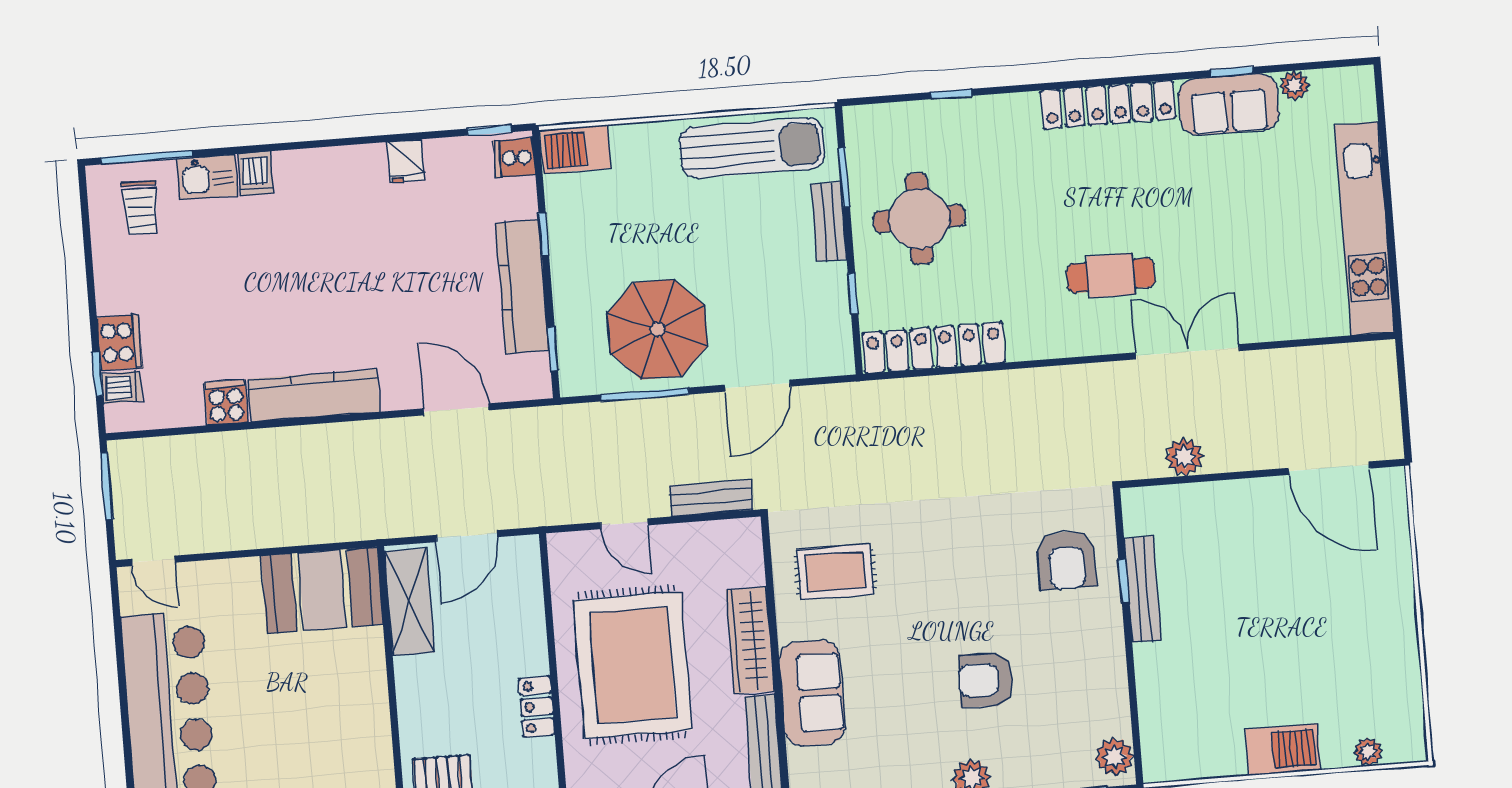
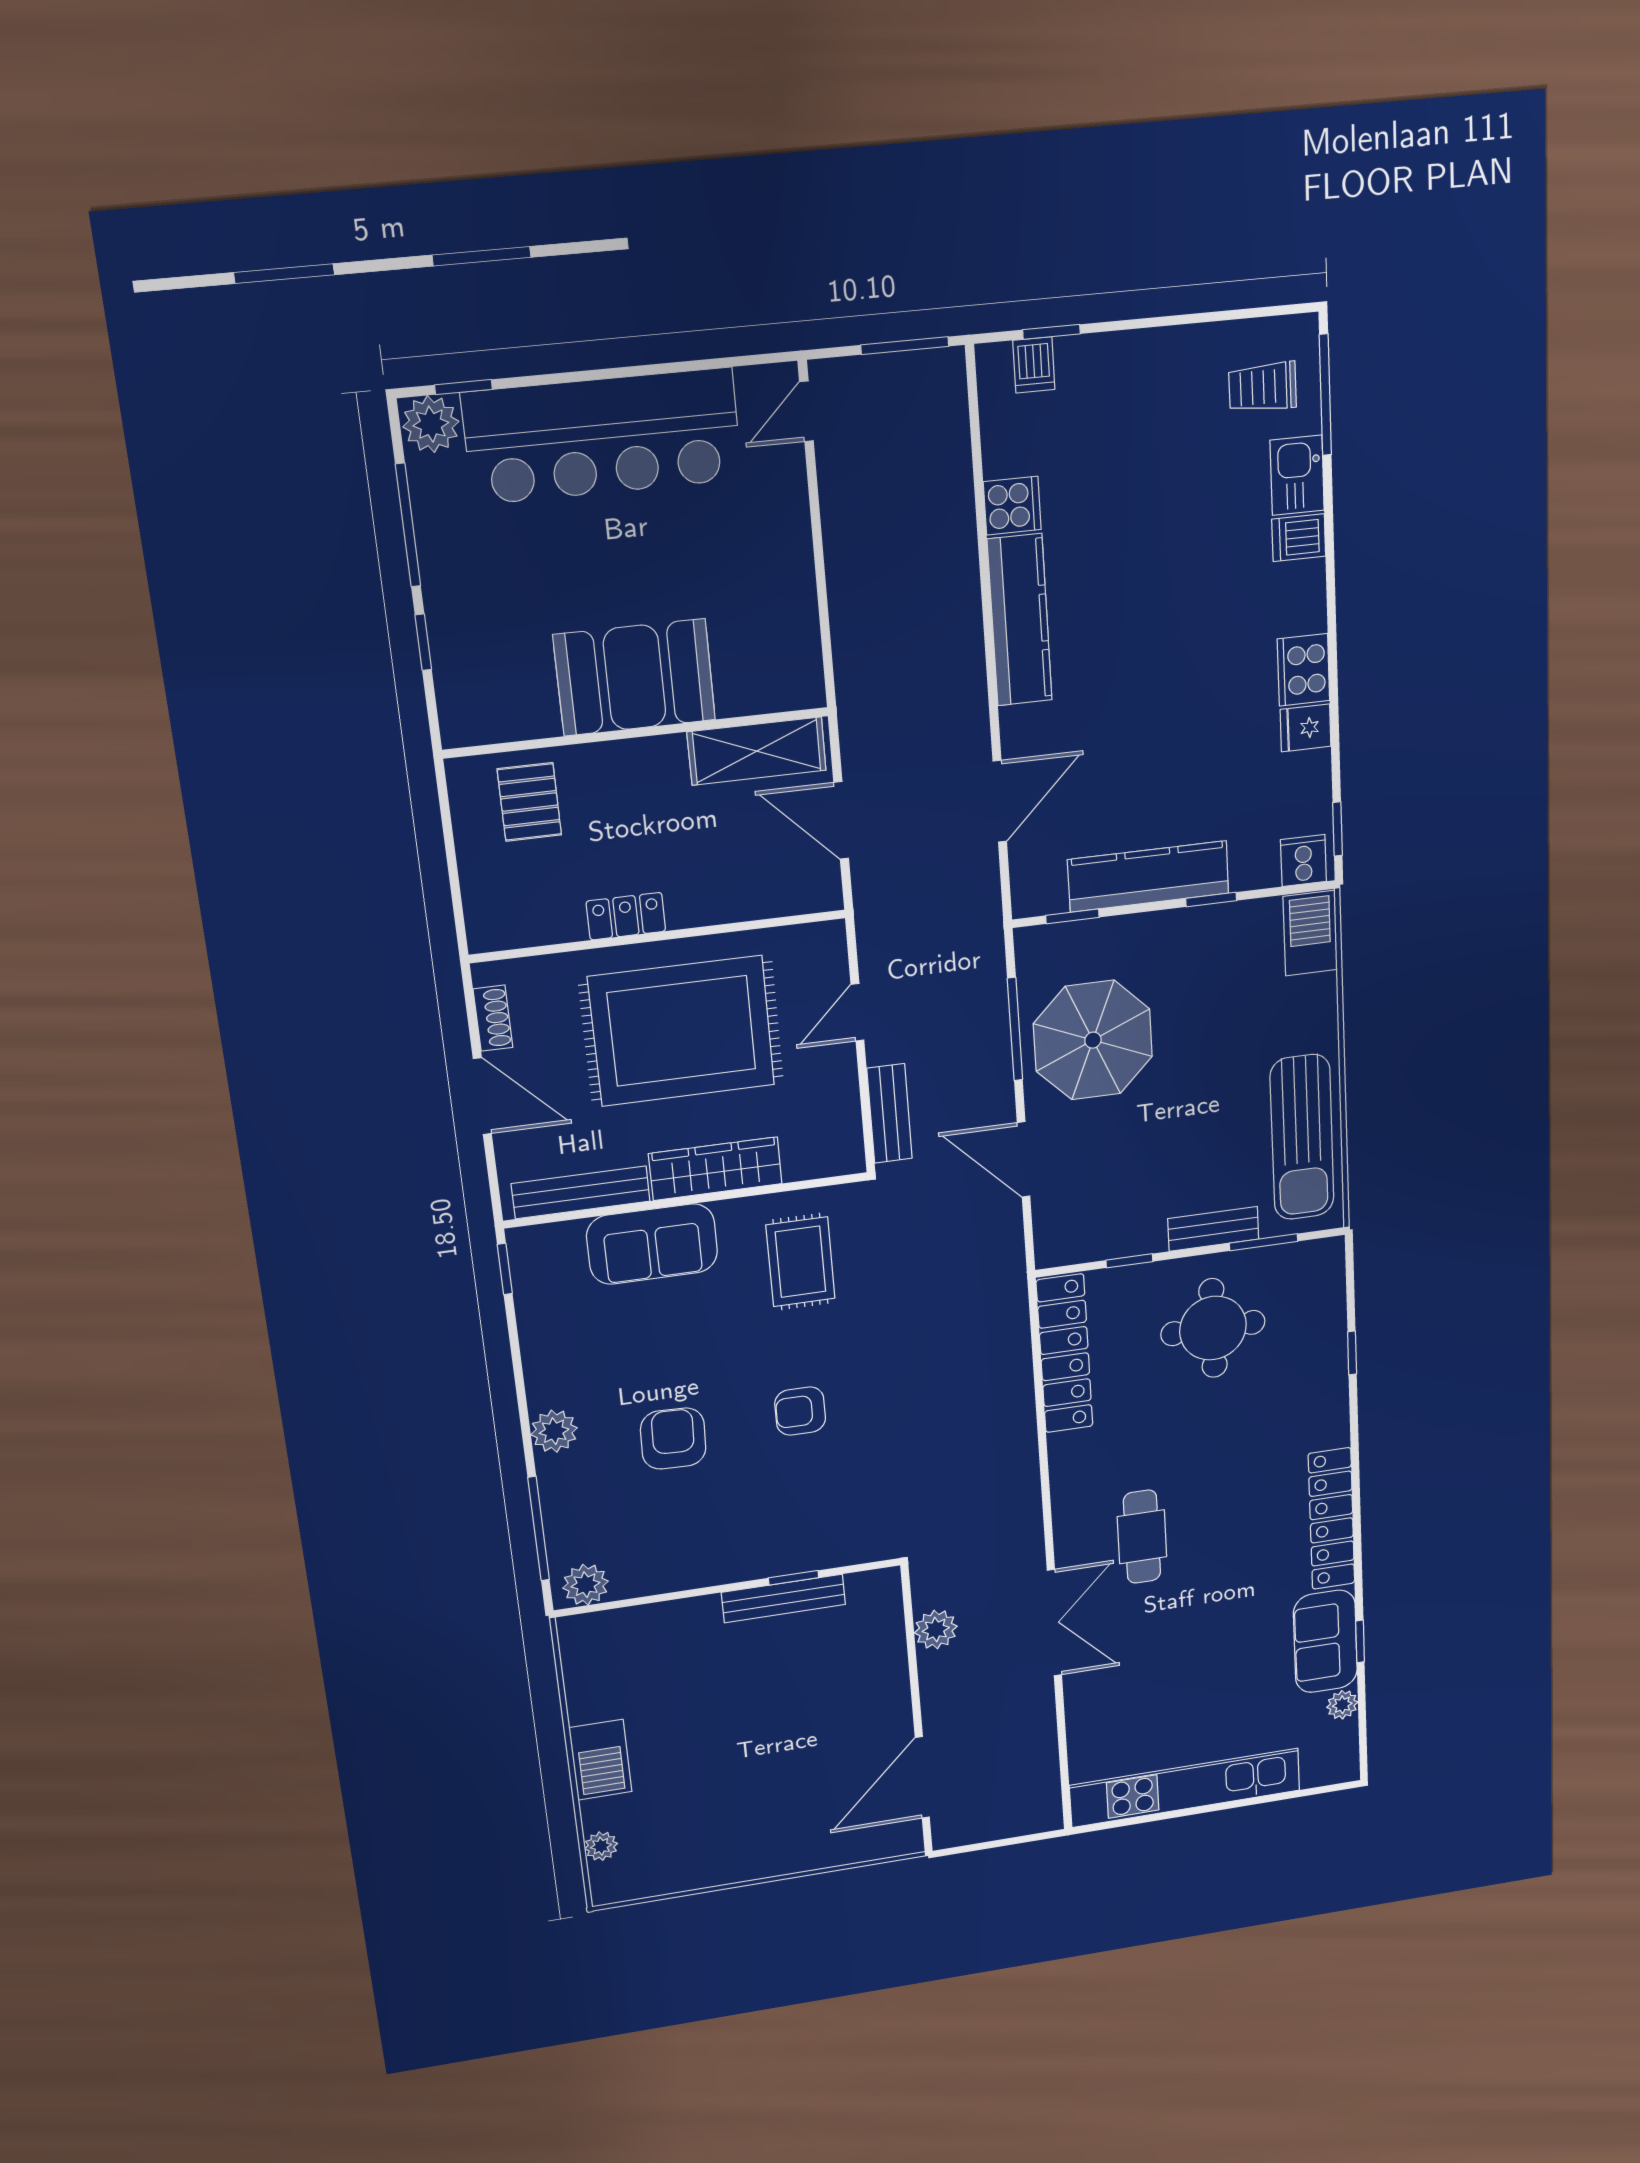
cooker: (120, 343) -> (1303, 670), moved, turned 90
armchair: (1066, 560) -> (800, 1411), moved, width x0.72, depth x0.72
booth: (322, 590) -> (635, 677), moved, turned 90

